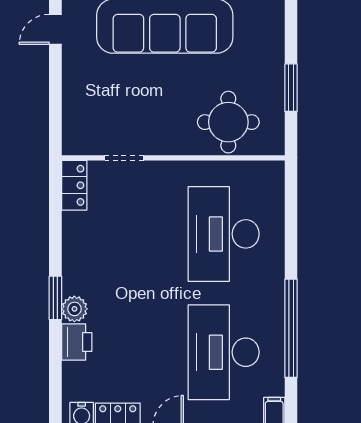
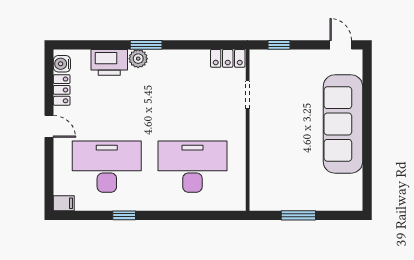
window: (55, 115) -> (279, 45), added
round table: (228, 122) -> (274, 170), removed
window: (291, 328) -> (124, 215), width x0.32
printer: (77, 342) -> (109, 62), width x1.37, depth x1.19

